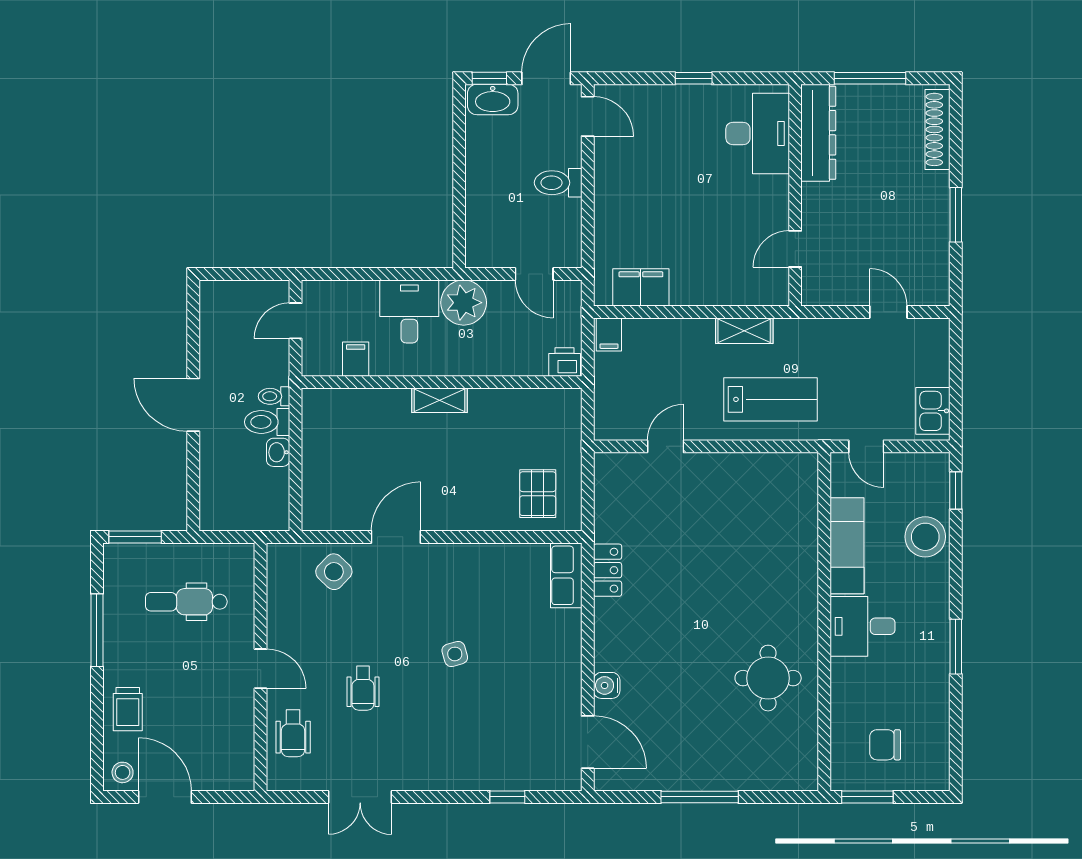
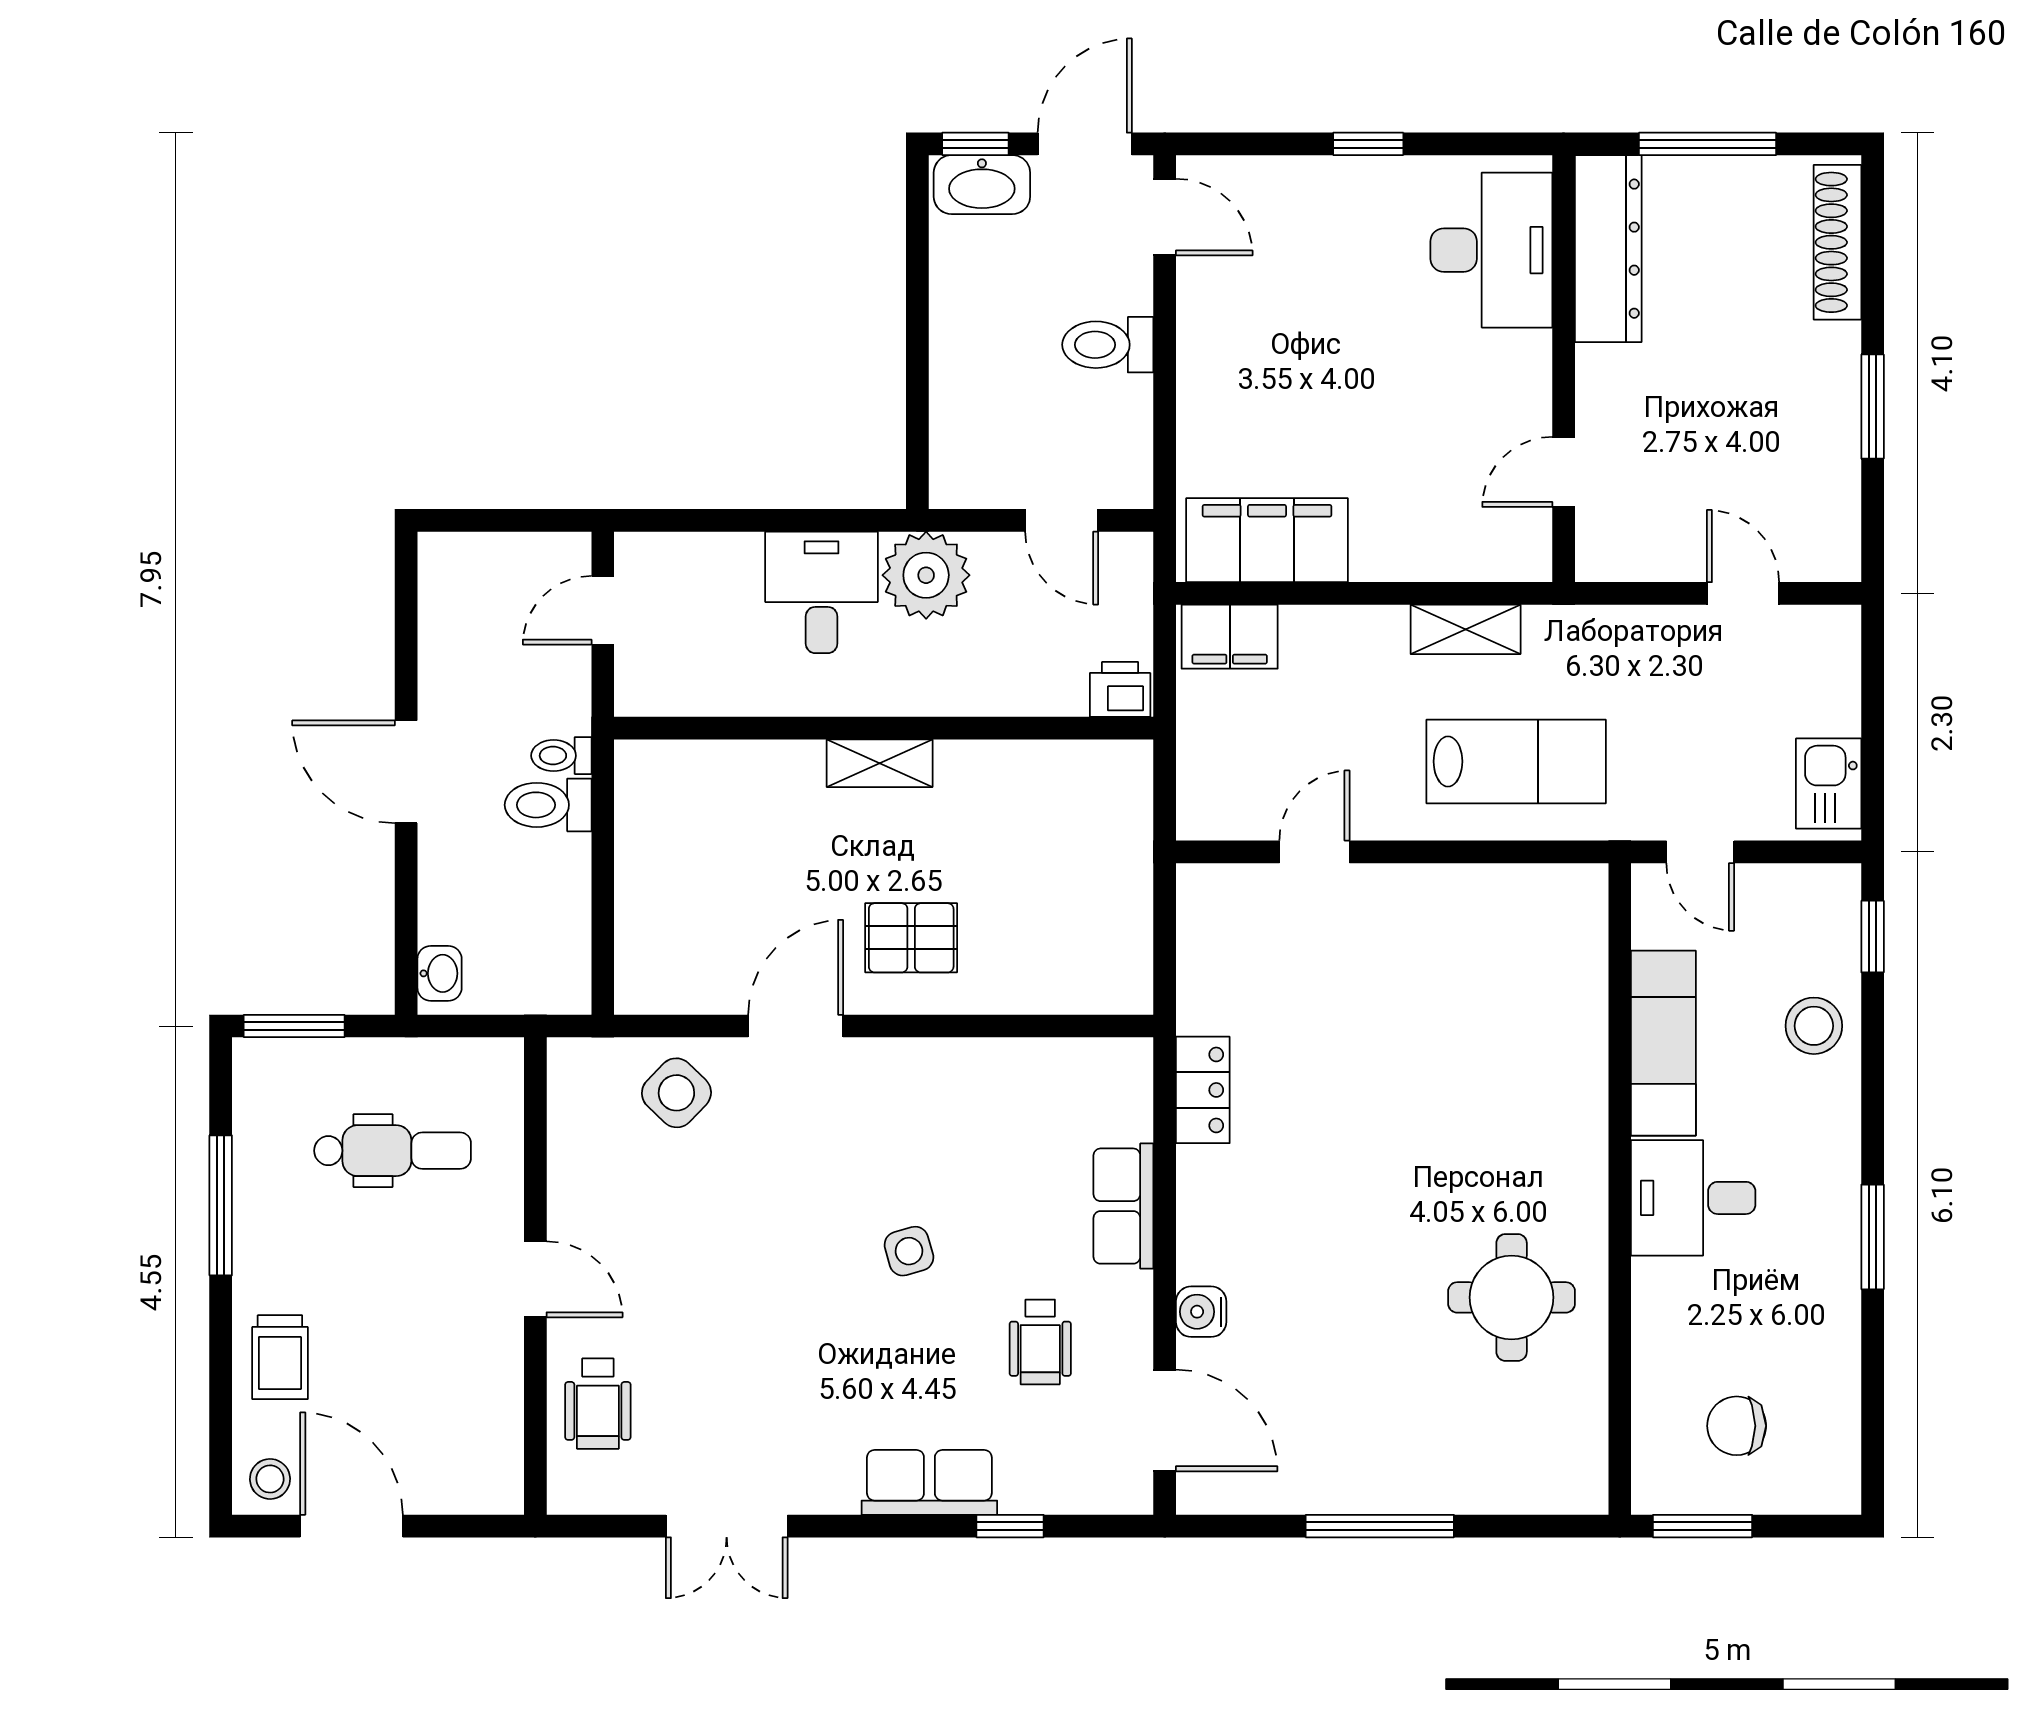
filing cabinet: (641, 287) -> (1267, 540), width x1.50, depth x1.17
filing cabinet: (609, 334) -> (1230, 637), width x2.00
filing cabinet: (356, 359) -> (718, 684), removed
washbasin: (278, 452) -> (440, 973), moved, turned 180
pallet: (538, 494) -> (911, 938), moved, turned 90
stool: (925, 537) -> (1814, 1026), width x0.73, depth x0.73
row of seats: (566, 575) -> (1123, 1206), moved
dental chair: (186, 602) -> (393, 1151), turned 180
wheelchair: (363, 688) -> (1040, 1342), moved
row of seats: (465, 774) -> (929, 1482), added

